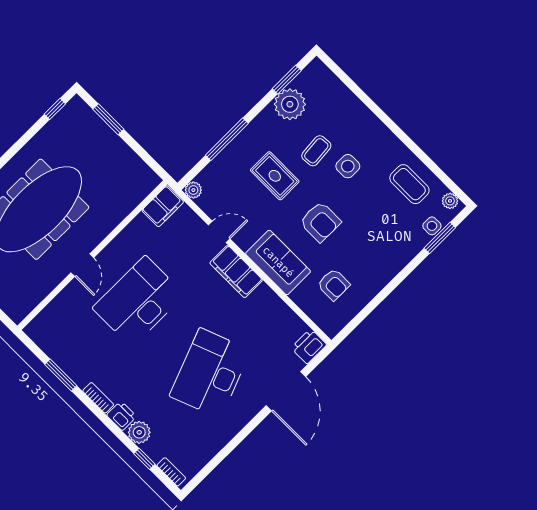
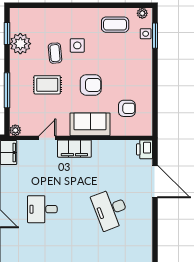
desk: (139, 301) -> (42, 209), width x0.53, depth x0.77
desk: (210, 373) -> (110, 209), width x0.73, depth x0.77

